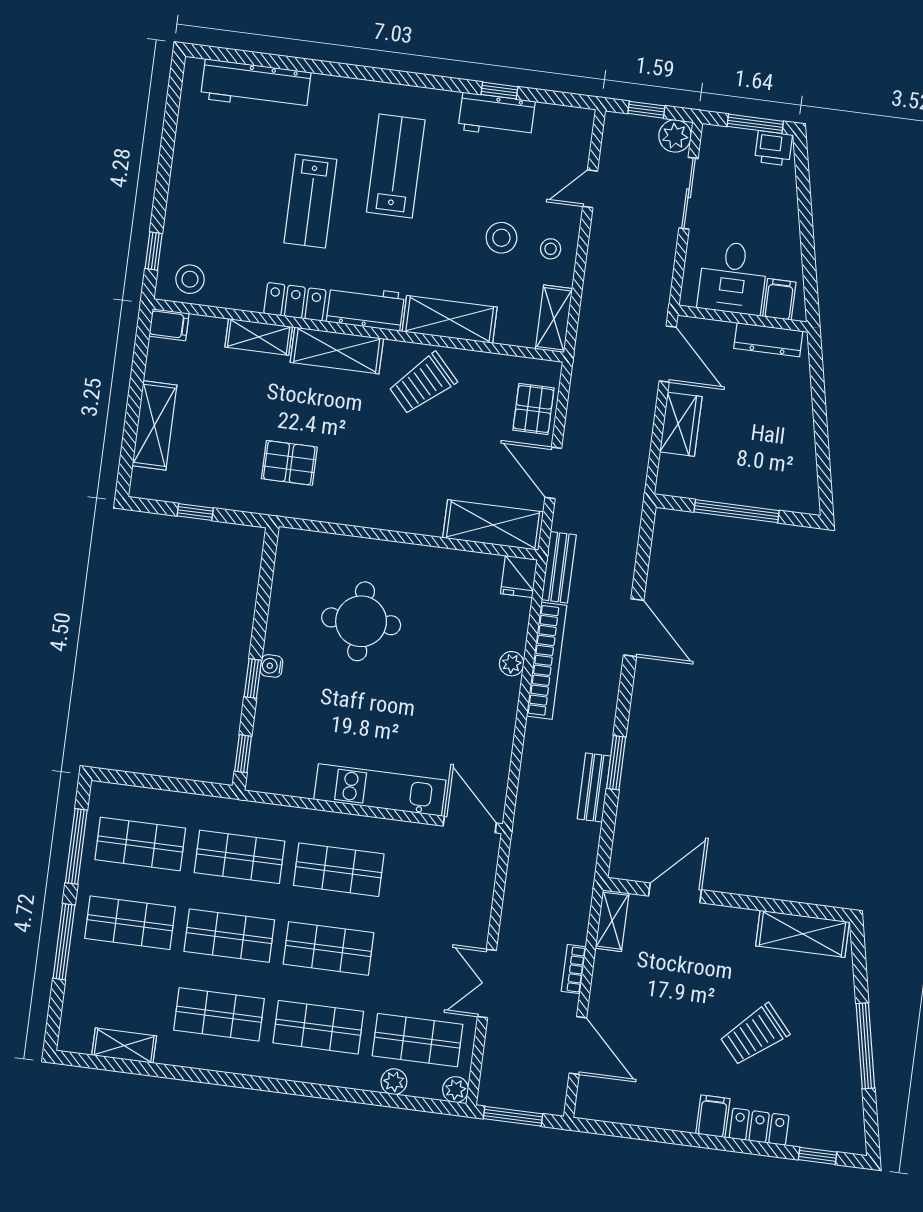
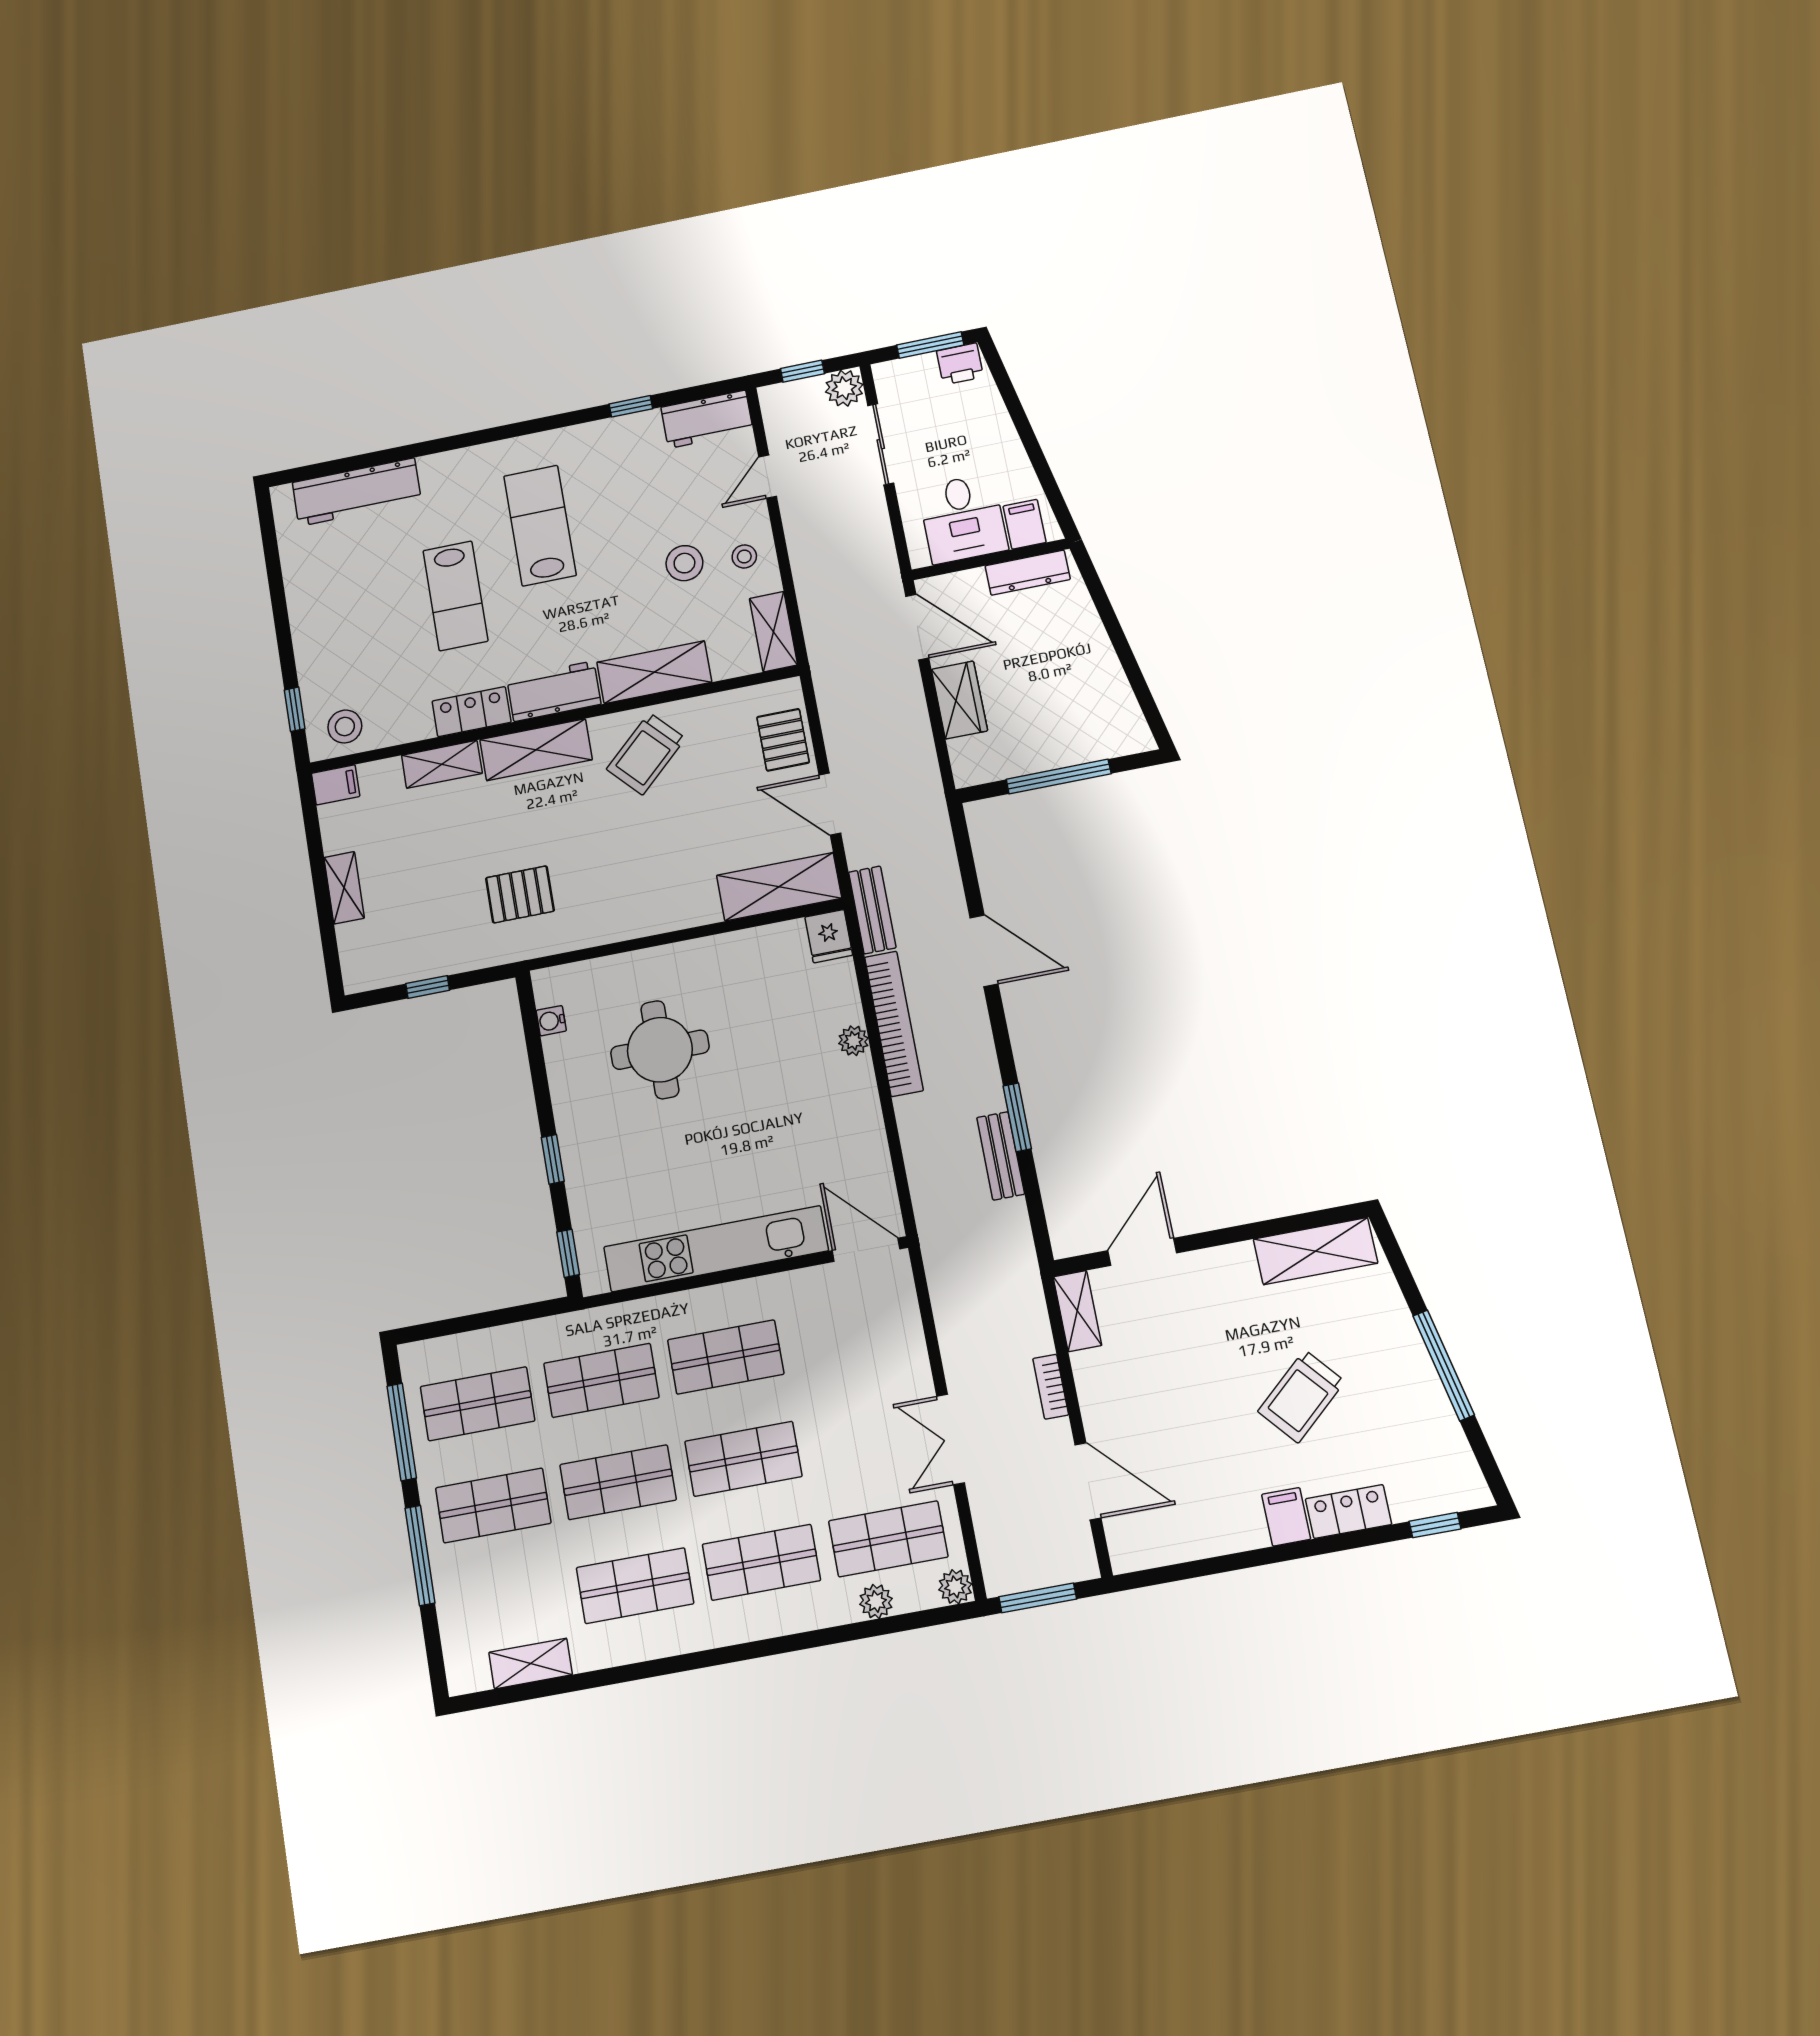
workbench: (497, 115) -> (707, 419), moved
shelving: (154, 425) -> (344, 888), width x0.67, depth x0.75
water cooler: (271, 666) -> (551, 1021), moved
kitchen unit: (380, 790) -> (716, 1249), width x1.36

